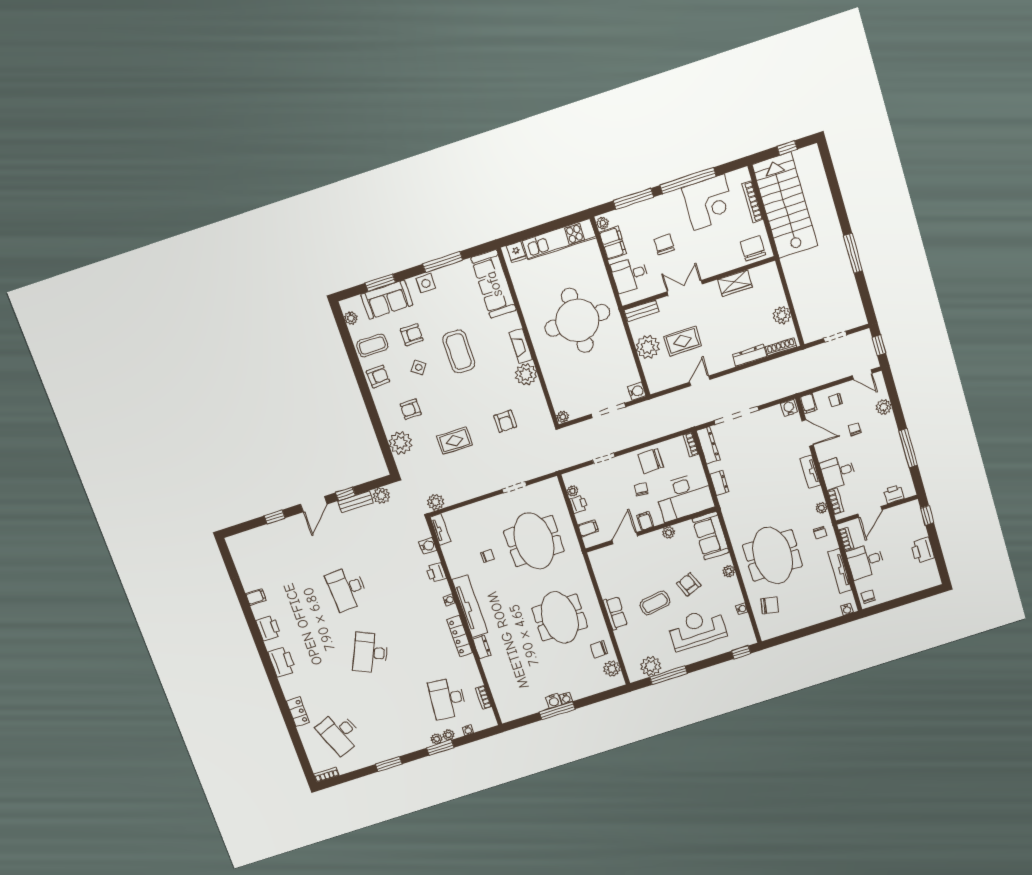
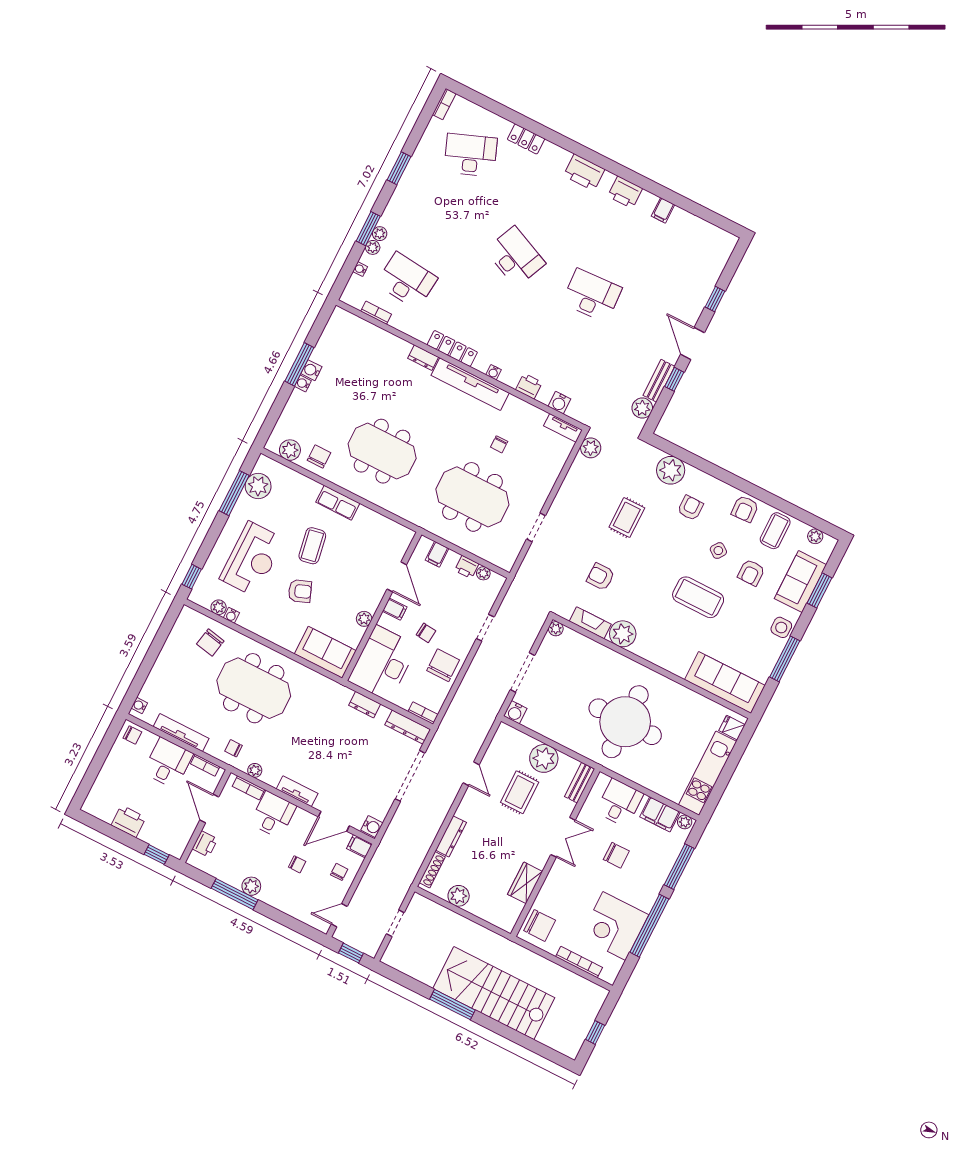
stairs: (785, 205) -> (494, 993), moved, turned 180
fireplace: (521, 346) -> (590, 623), moved
plant: (884, 407) -> (251, 886), moved
plant: (729, 571) -> (219, 607), moved

